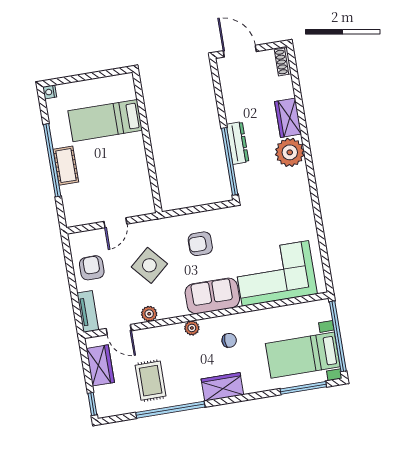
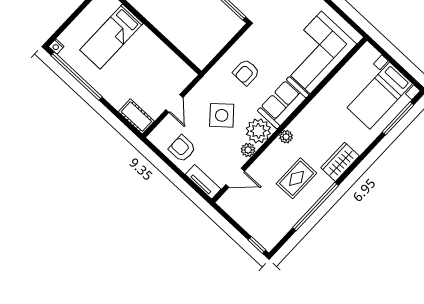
window: (52, 160) -> (77, 76), moved
cot: (66, 166) -> (136, 116), moved
plant: (171, 304) -> (258, 131), added
window: (338, 336) -> (394, 63), removed
chair: (229, 340) -> (319, 125), removed
wardrobe: (100, 365) -> (241, 213), removed
rug: (151, 381) -> (296, 178), moved, turned 90

